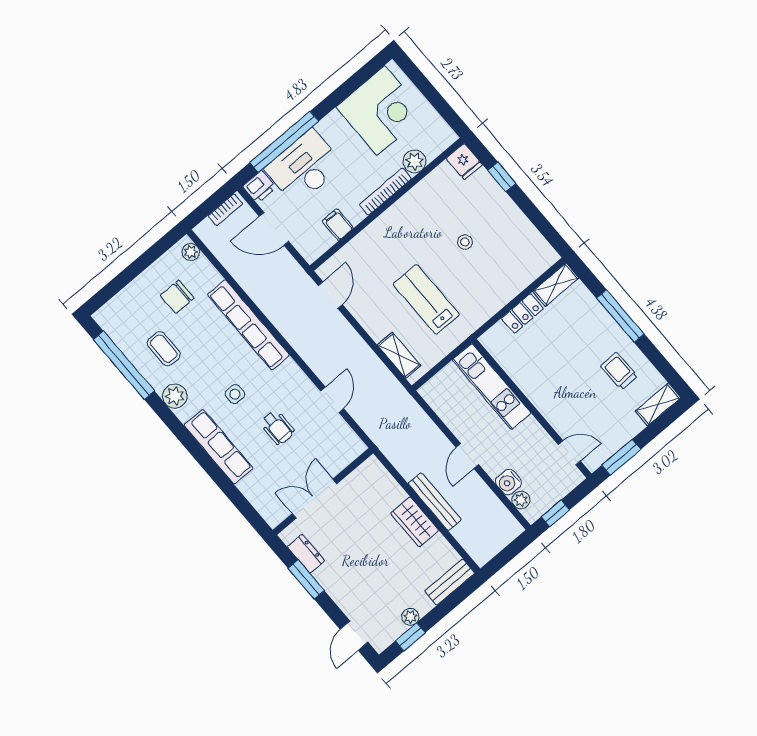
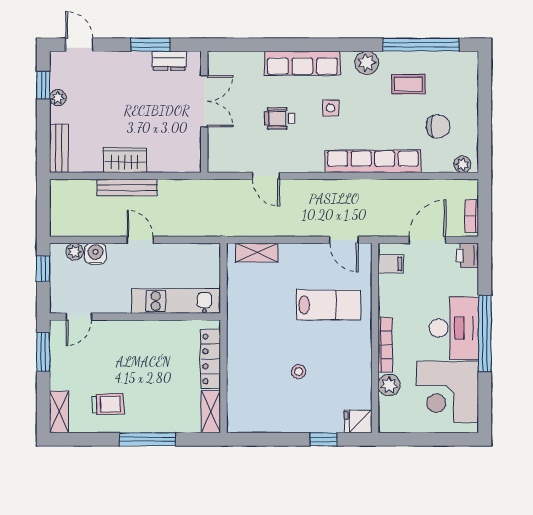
window: (284, 142) -> (485, 333), moved
desk: (304, 167) -> (454, 328), moved
filing cabinet: (338, 225) -> (391, 264), moved
chair: (177, 297) -> (438, 126), turned 90
lab bench: (426, 299) -> (329, 305), moved
locker: (522, 313) -> (210, 359), width x1.53

